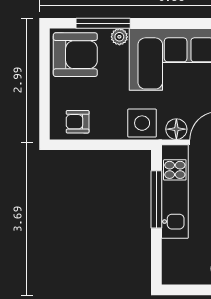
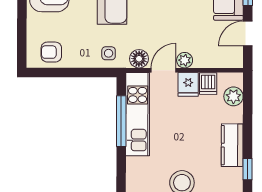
side table: (142, 123) -> (109, 53), width x0.54, depth x0.54

